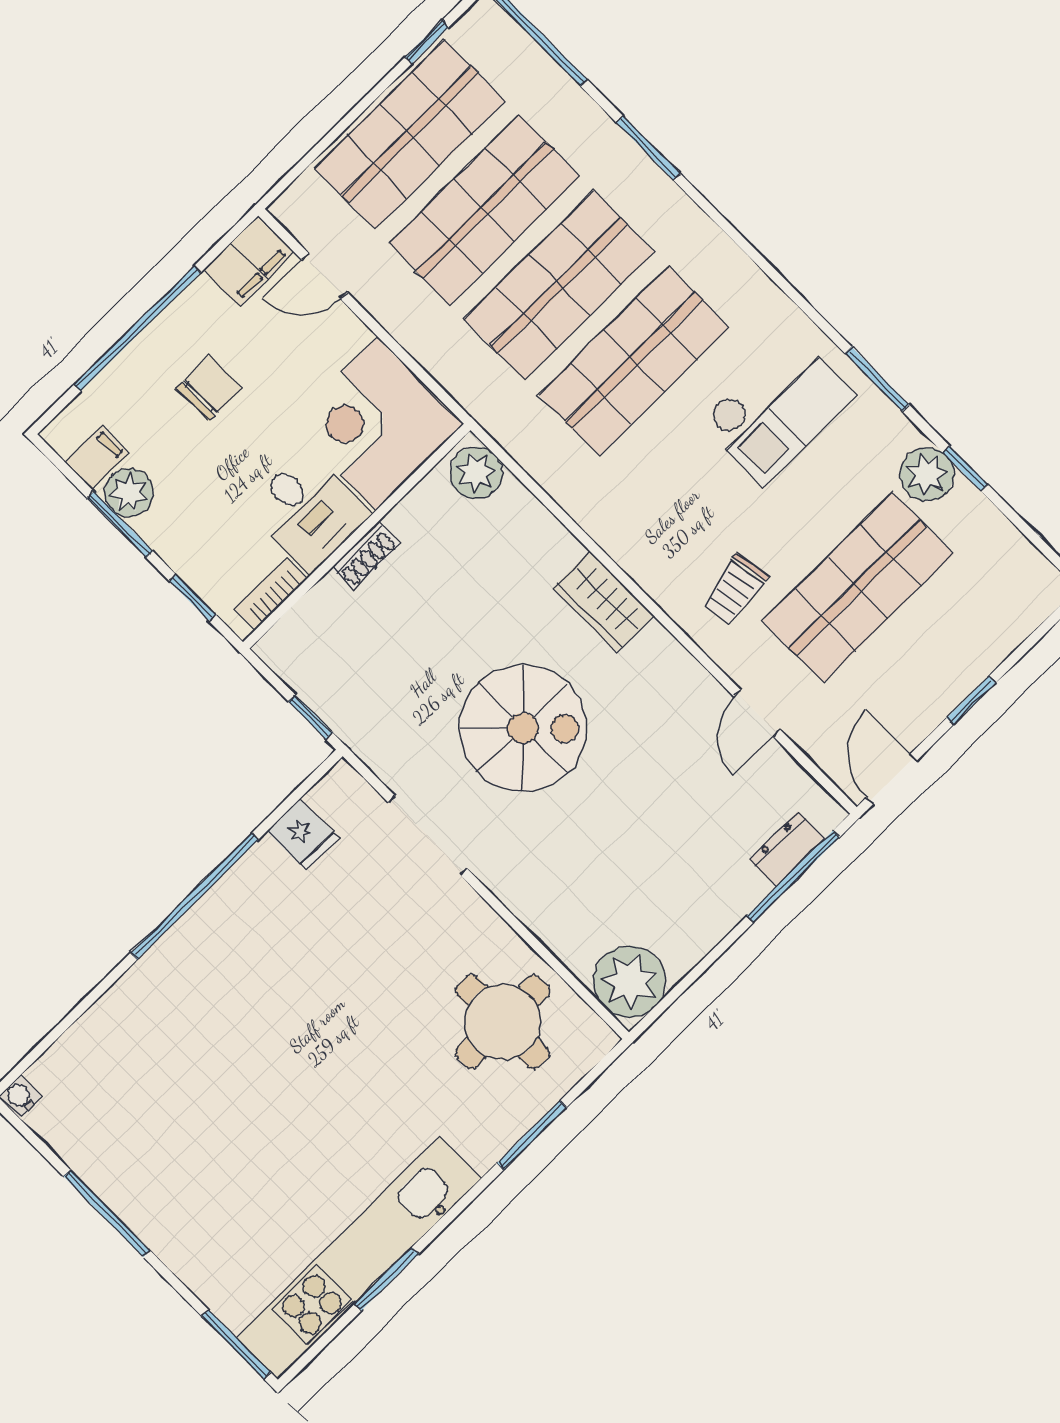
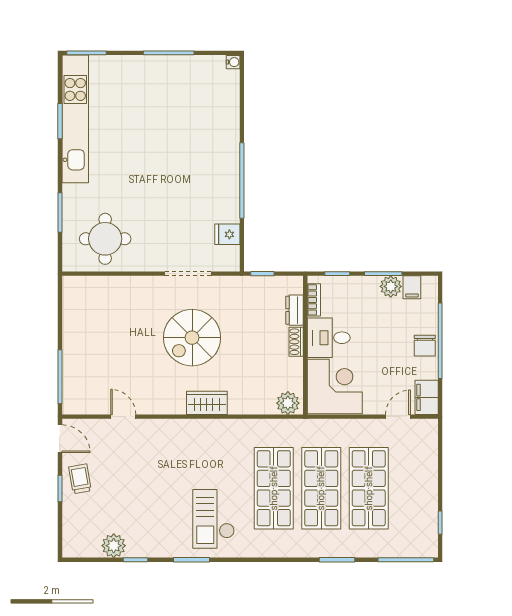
shop shelf: (410, 134) -> (416, 488), removed
chair: (209, 388) -> (425, 346), moved
plant: (927, 474) -> (114, 546), moved
shop shelf: (858, 587) -> (131, 488), removed
trolley: (734, 590) -> (80, 479), moved
dresser: (787, 849) -> (295, 310), moved, turned 180
plant: (629, 982) -> (78, 292), removed

